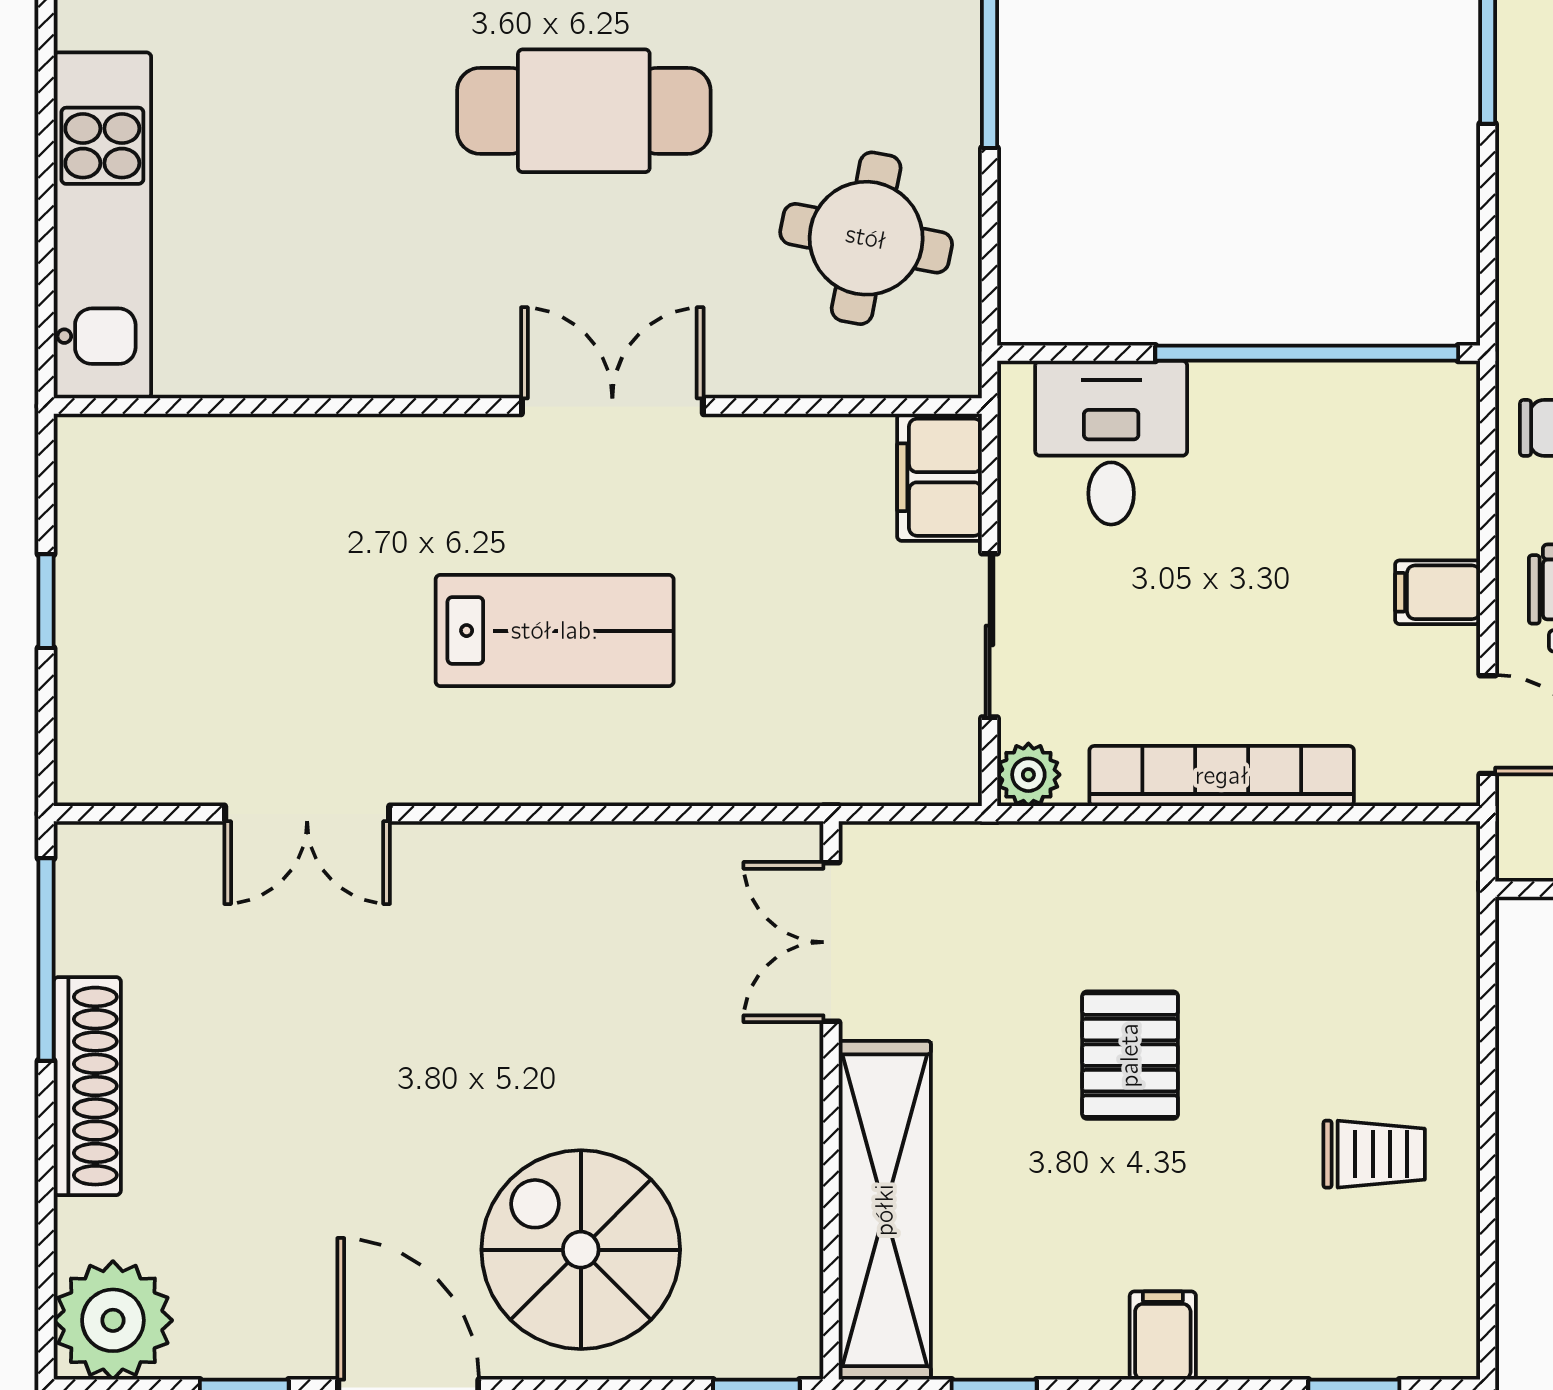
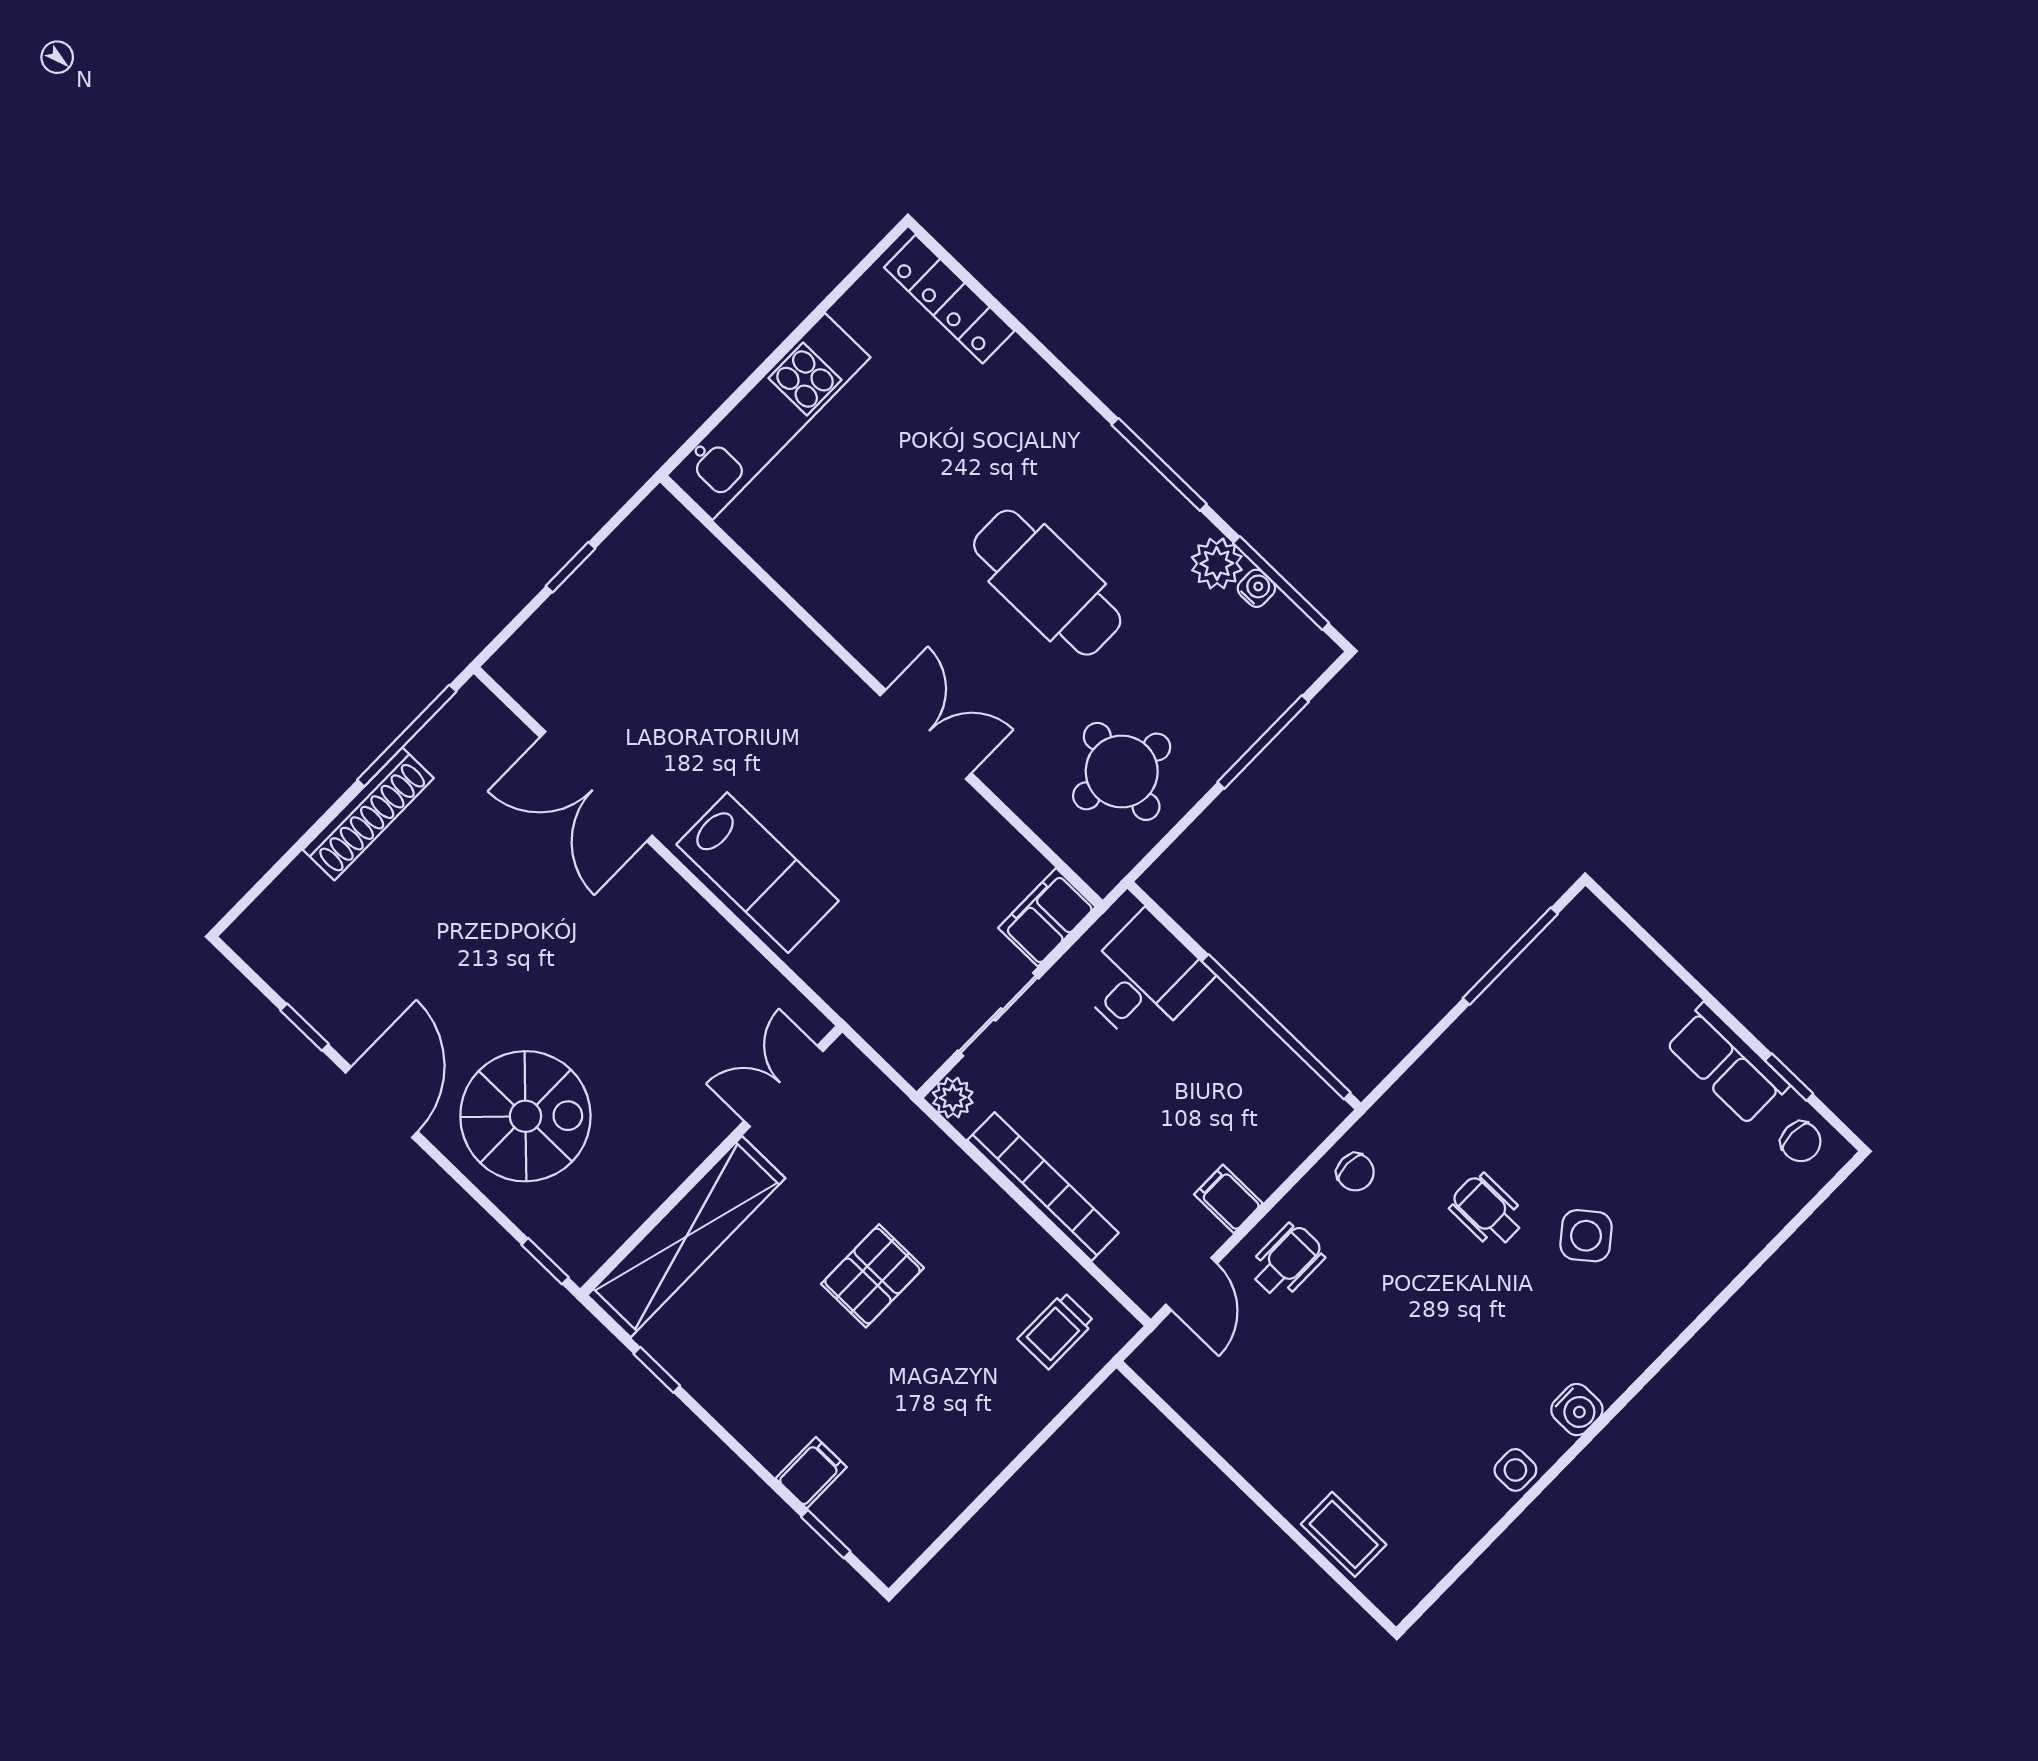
lab bench: (555, 631) -> (758, 873), moved
double door: (307, 814) -> (596, 786), width x1.37
trolley: (1374, 1154) -> (1056, 1331), moved, turned 90
spiral stairs: (581, 1250) -> (525, 1116), turned 90
plant: (113, 1320) -> (273, 936), removed
filing cabinet: (1163, 1336) -> (811, 1473), moved

